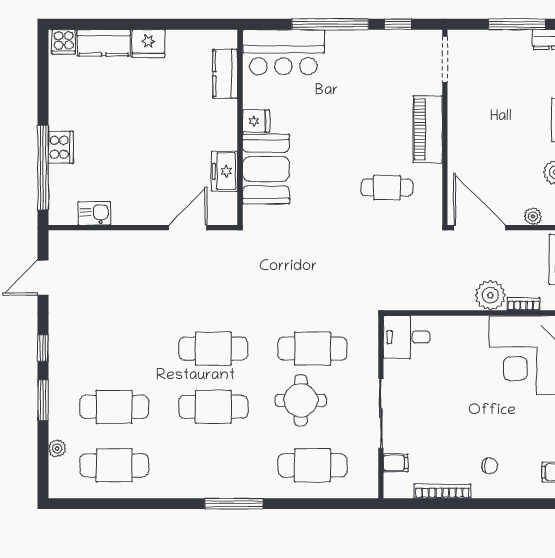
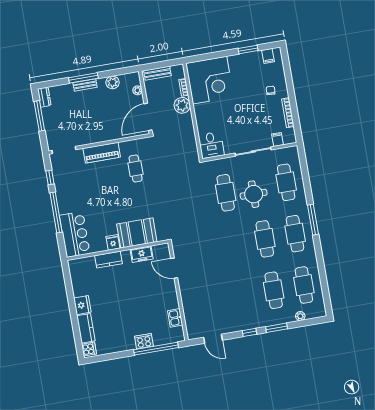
kitchen counter: (225, 74) -> (109, 260), moved
cafe table: (213, 349) -> (295, 234), moved

